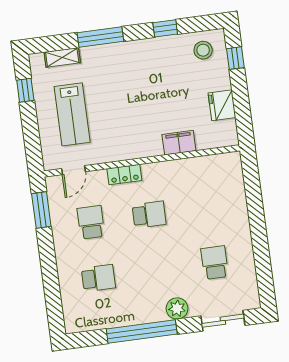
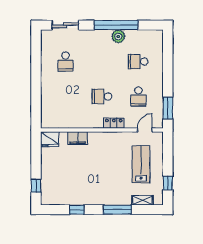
stool: (203, 50) -> (55, 193), removed
fridge: (222, 105) -> (50, 139), moved, turned 90
plant: (177, 308) -> (118, 36), moved

